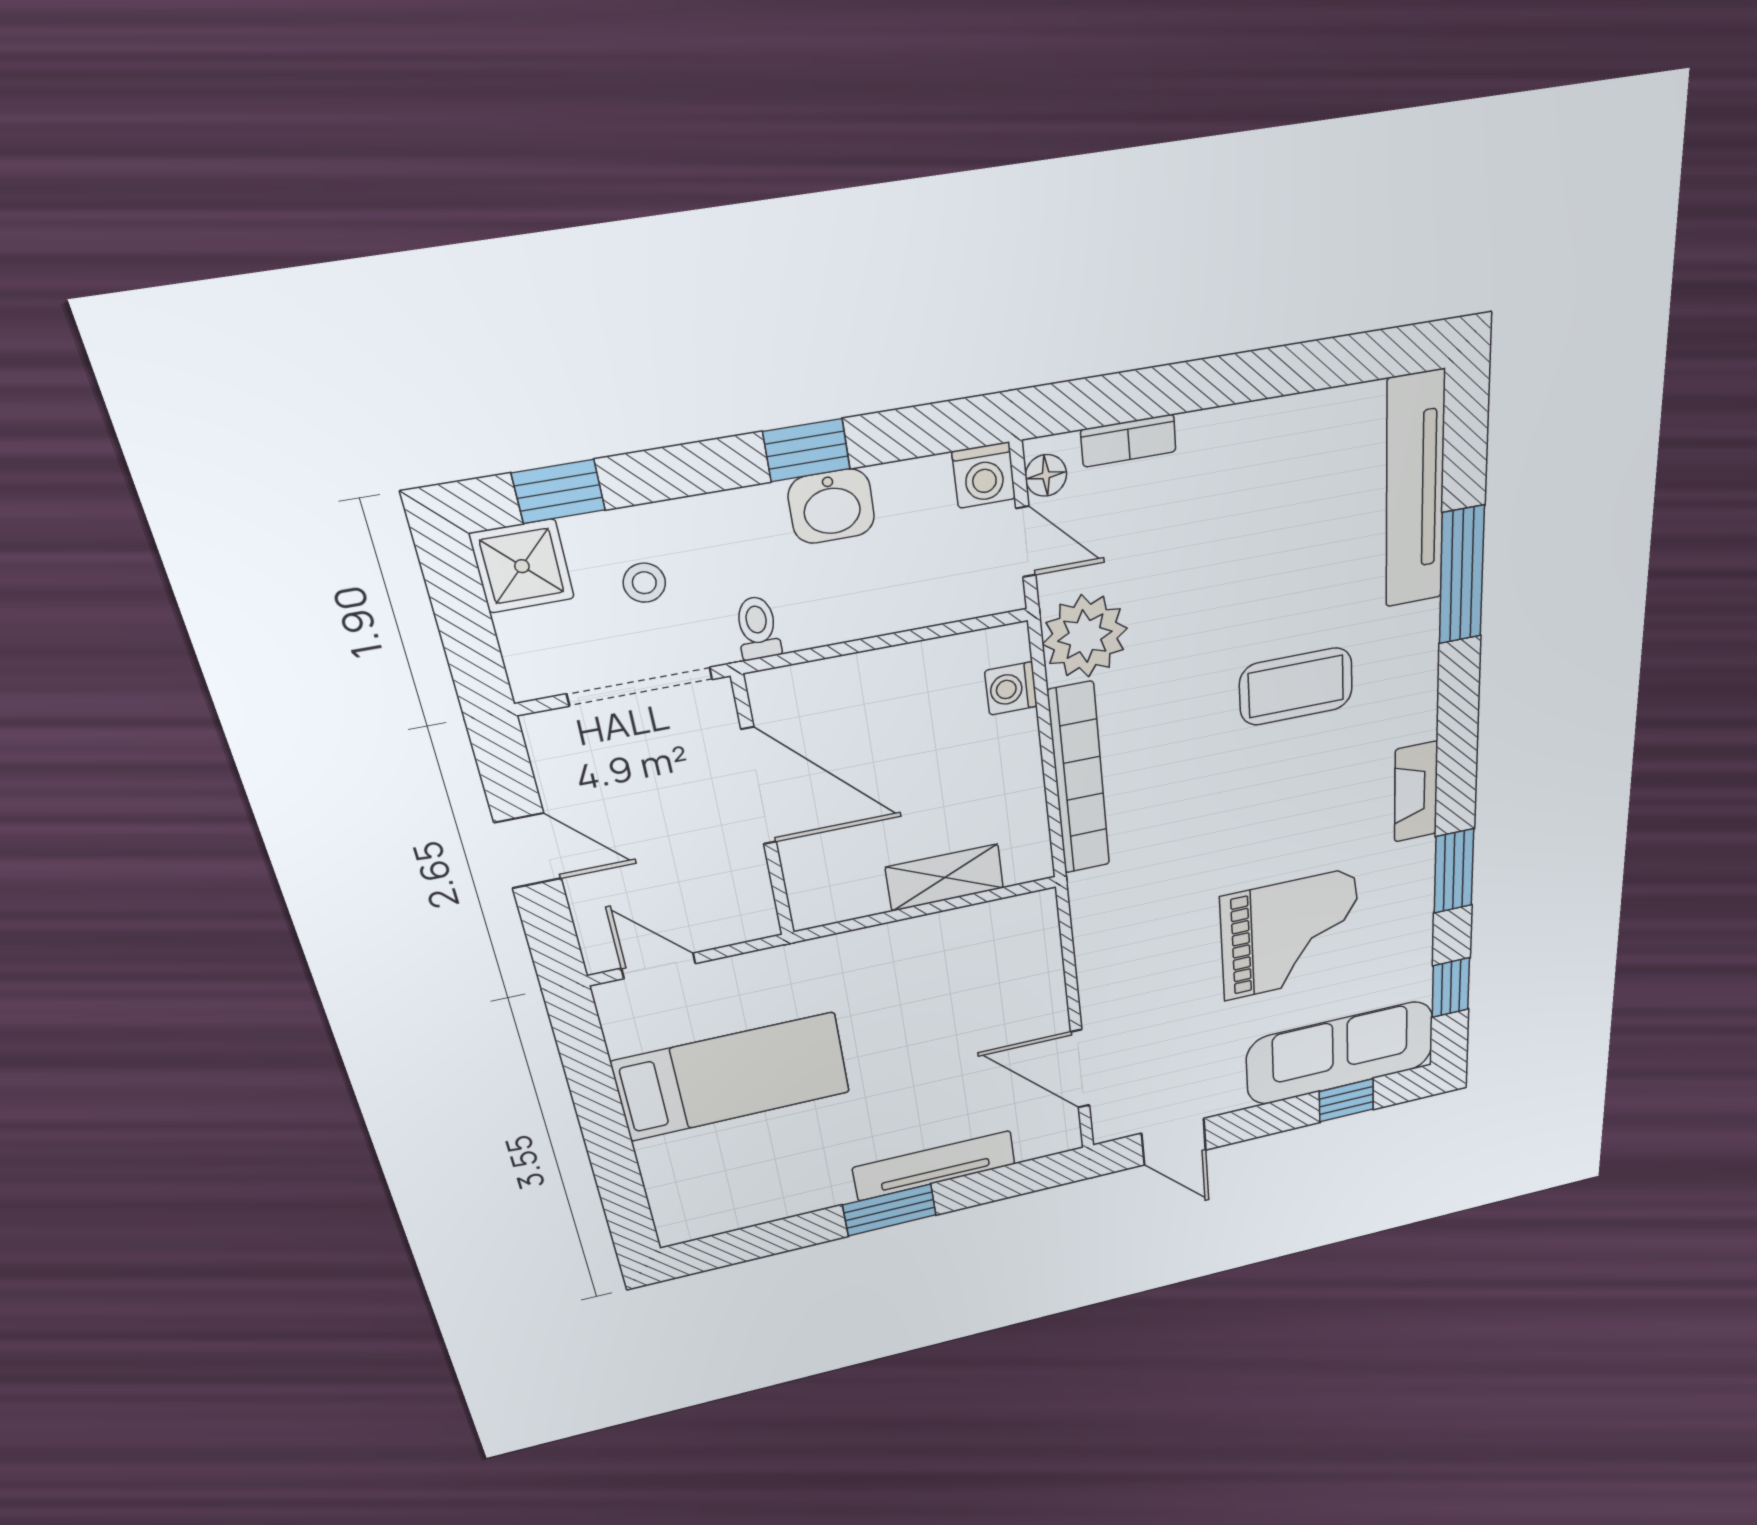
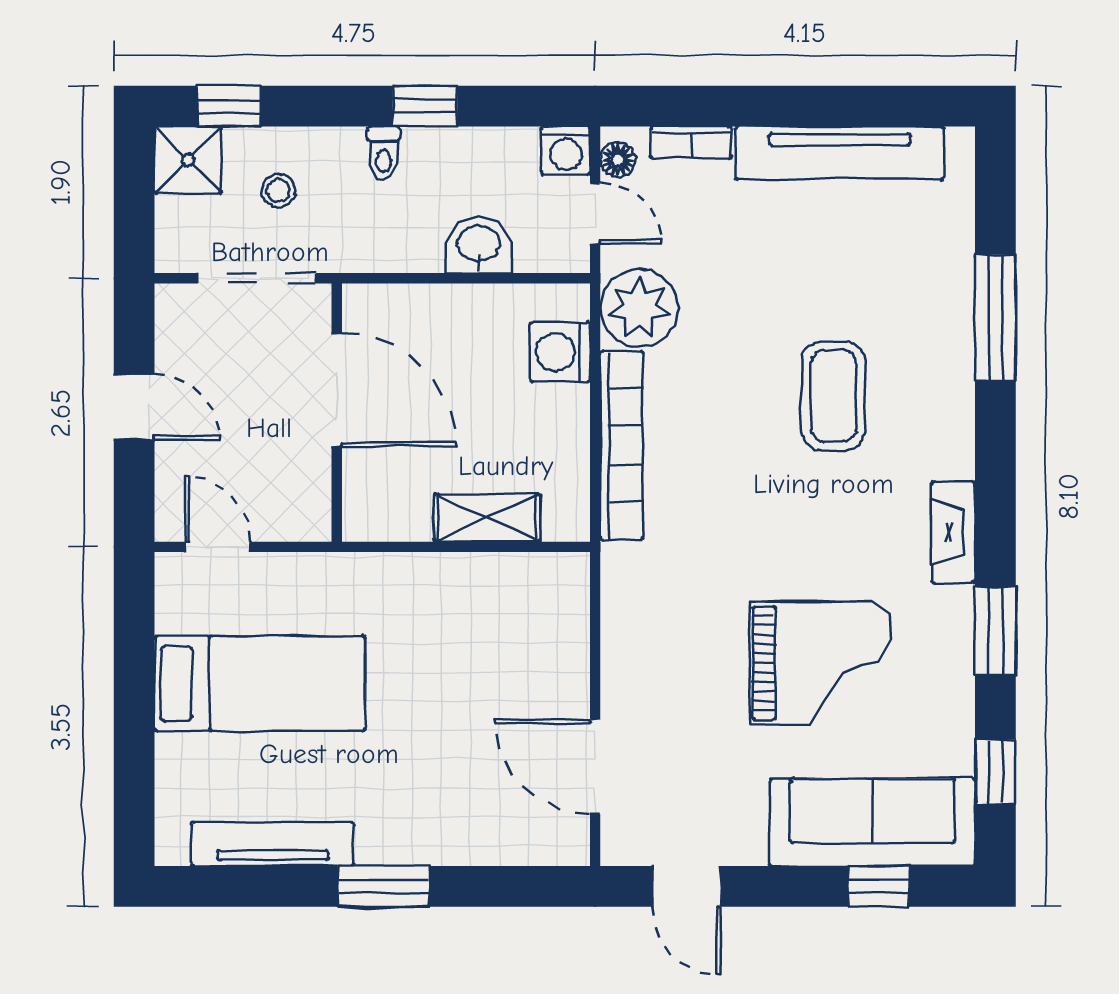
tv unit: (1415, 491) -> (839, 153), moved, turned -90
washbasin: (831, 506) -> (479, 245), moved, turned 180
toilet: (758, 628) -> (384, 153), moved, turned 180
coffee table: (1296, 687) -> (833, 396), turned 90
washing machine: (1011, 689) -> (560, 352), width x1.38, depth x1.38
tv unit: (934, 1166) -> (273, 844), moved

